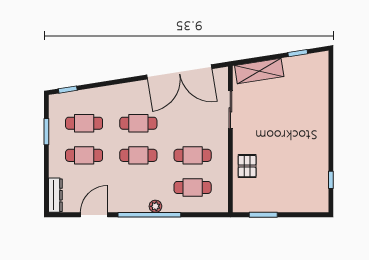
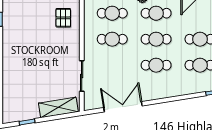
double door: (179, 72) -> (123, 107), width x0.73
pallet: (247, 166) -> (63, 18), moved
cafe table: (138, 187) -> (156, 13), added

